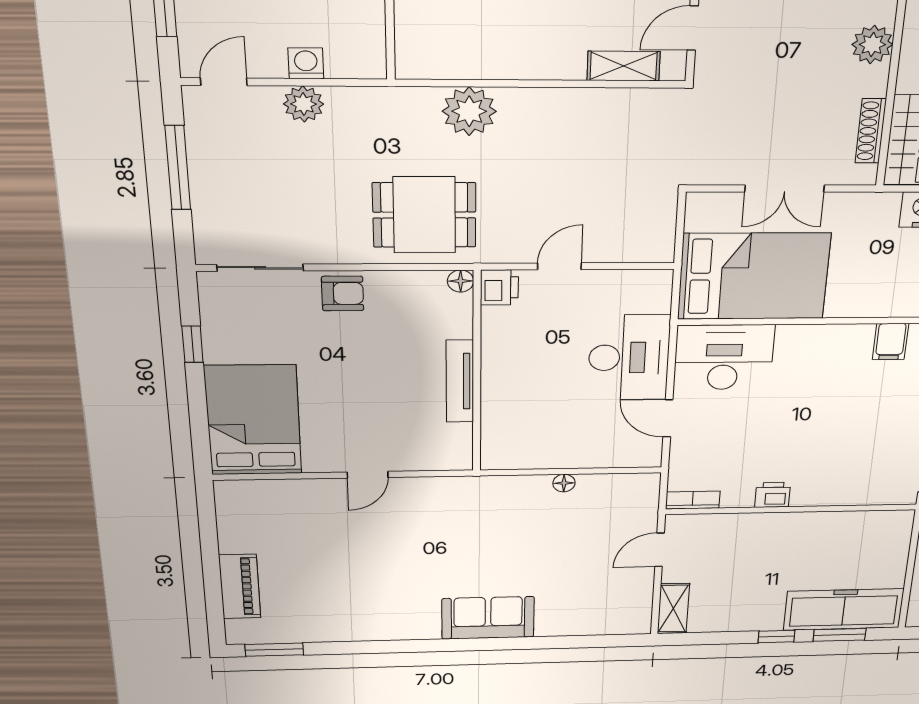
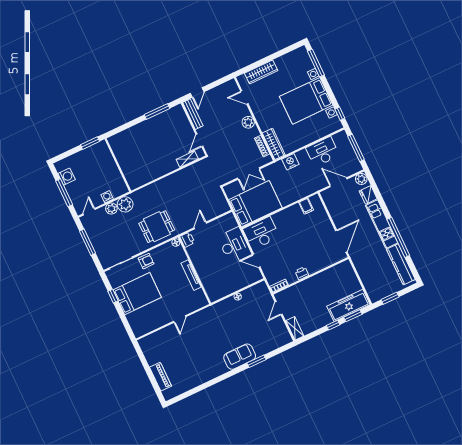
plant: (469, 111) -> (125, 204), moved
bed: (253, 420) -> (137, 294), moved, turned 90
window: (274, 650) -> (256, 361), moved

